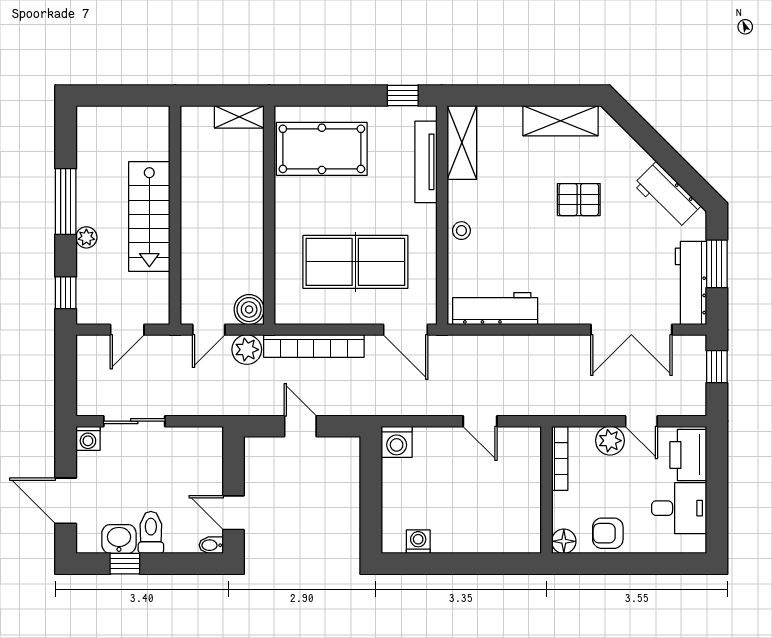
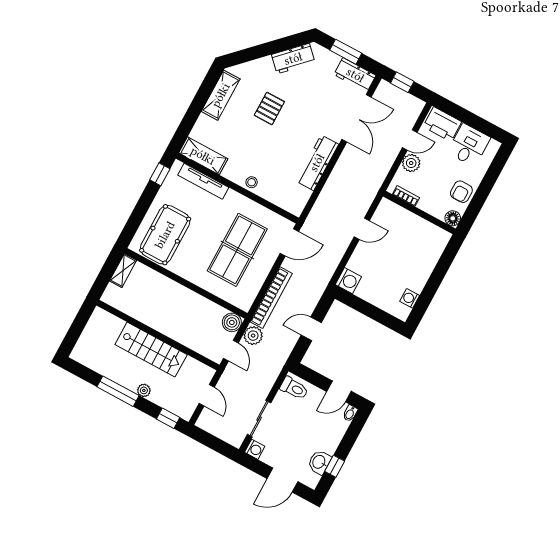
workbench: (691, 283) -> (355, 75), width x0.73
workbench: (495, 309) -> (317, 163), moved
bookcase: (560, 458) -> (406, 196), width x0.64
toilet: (151, 532) -> (294, 388), moved, turned 180

